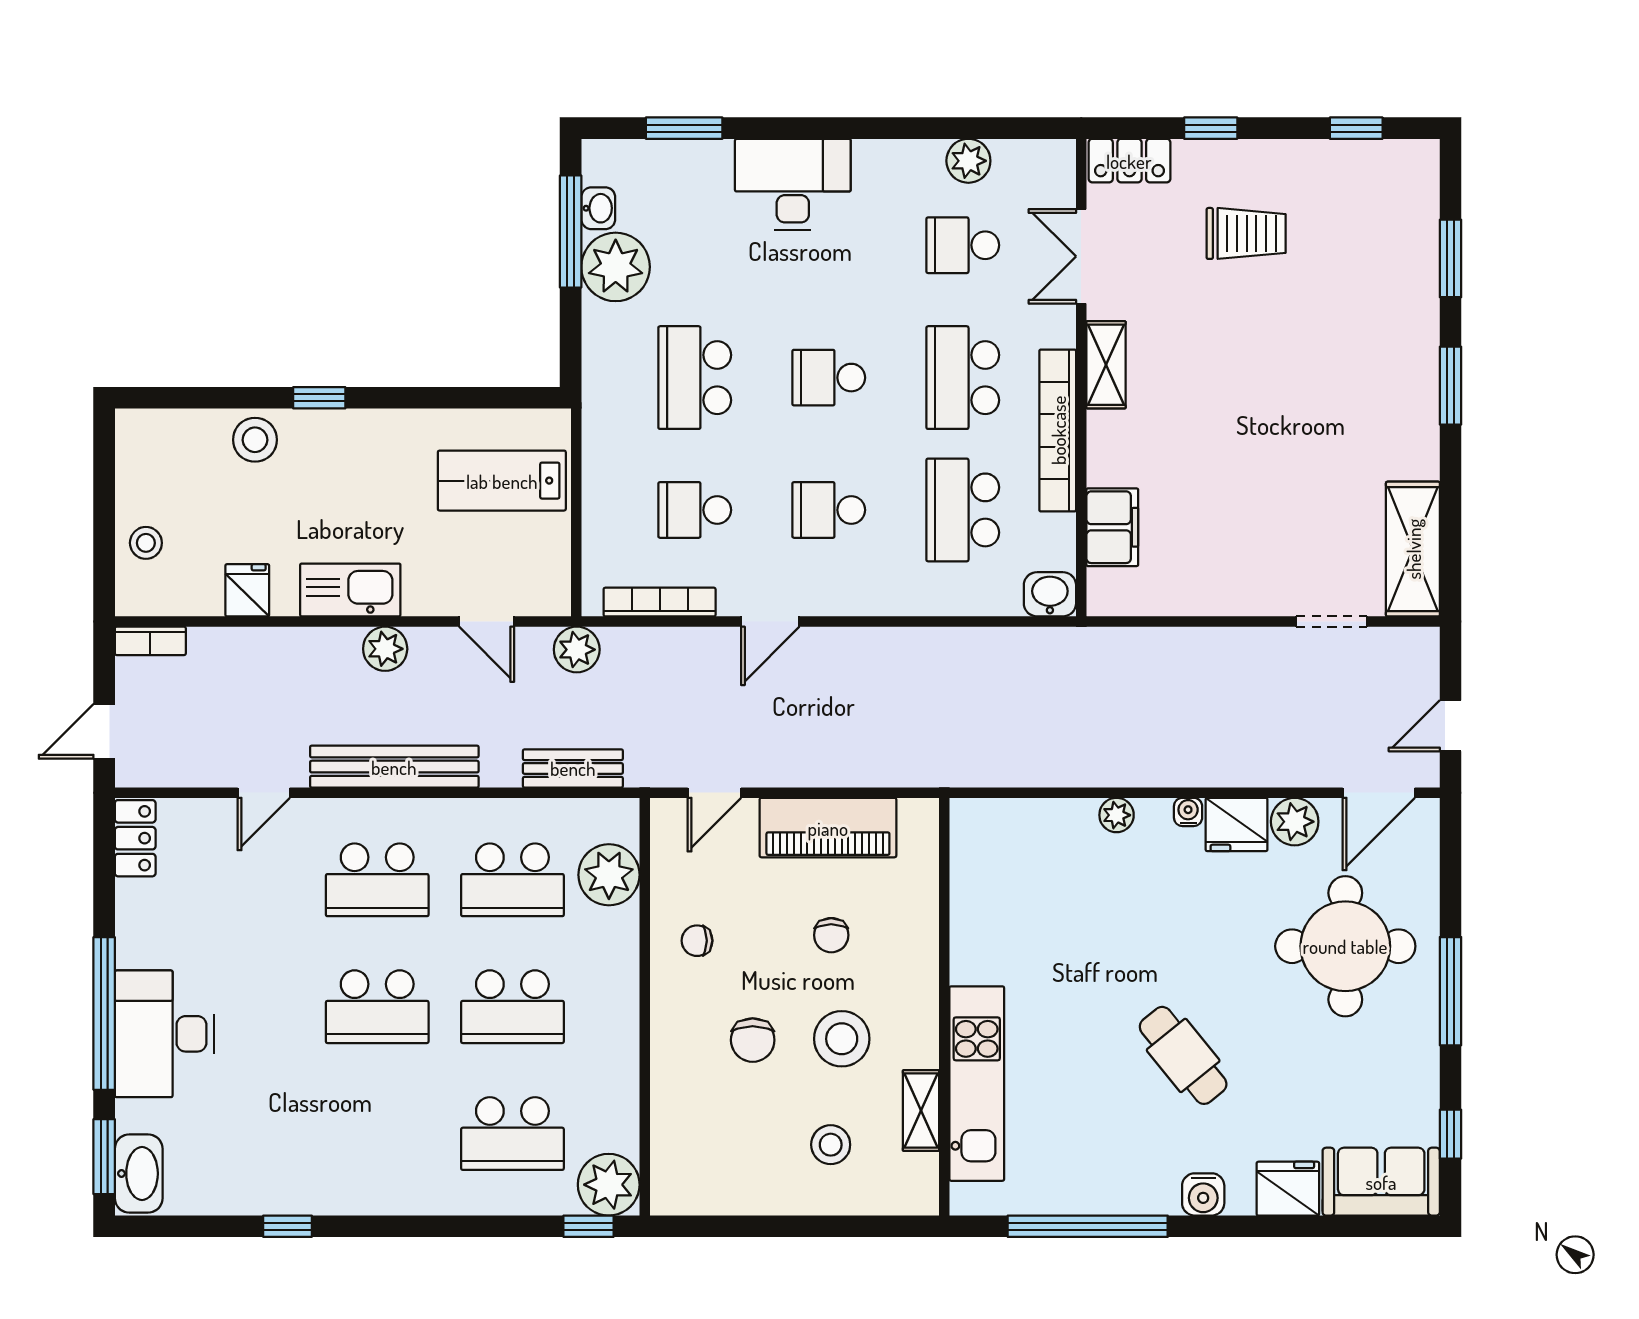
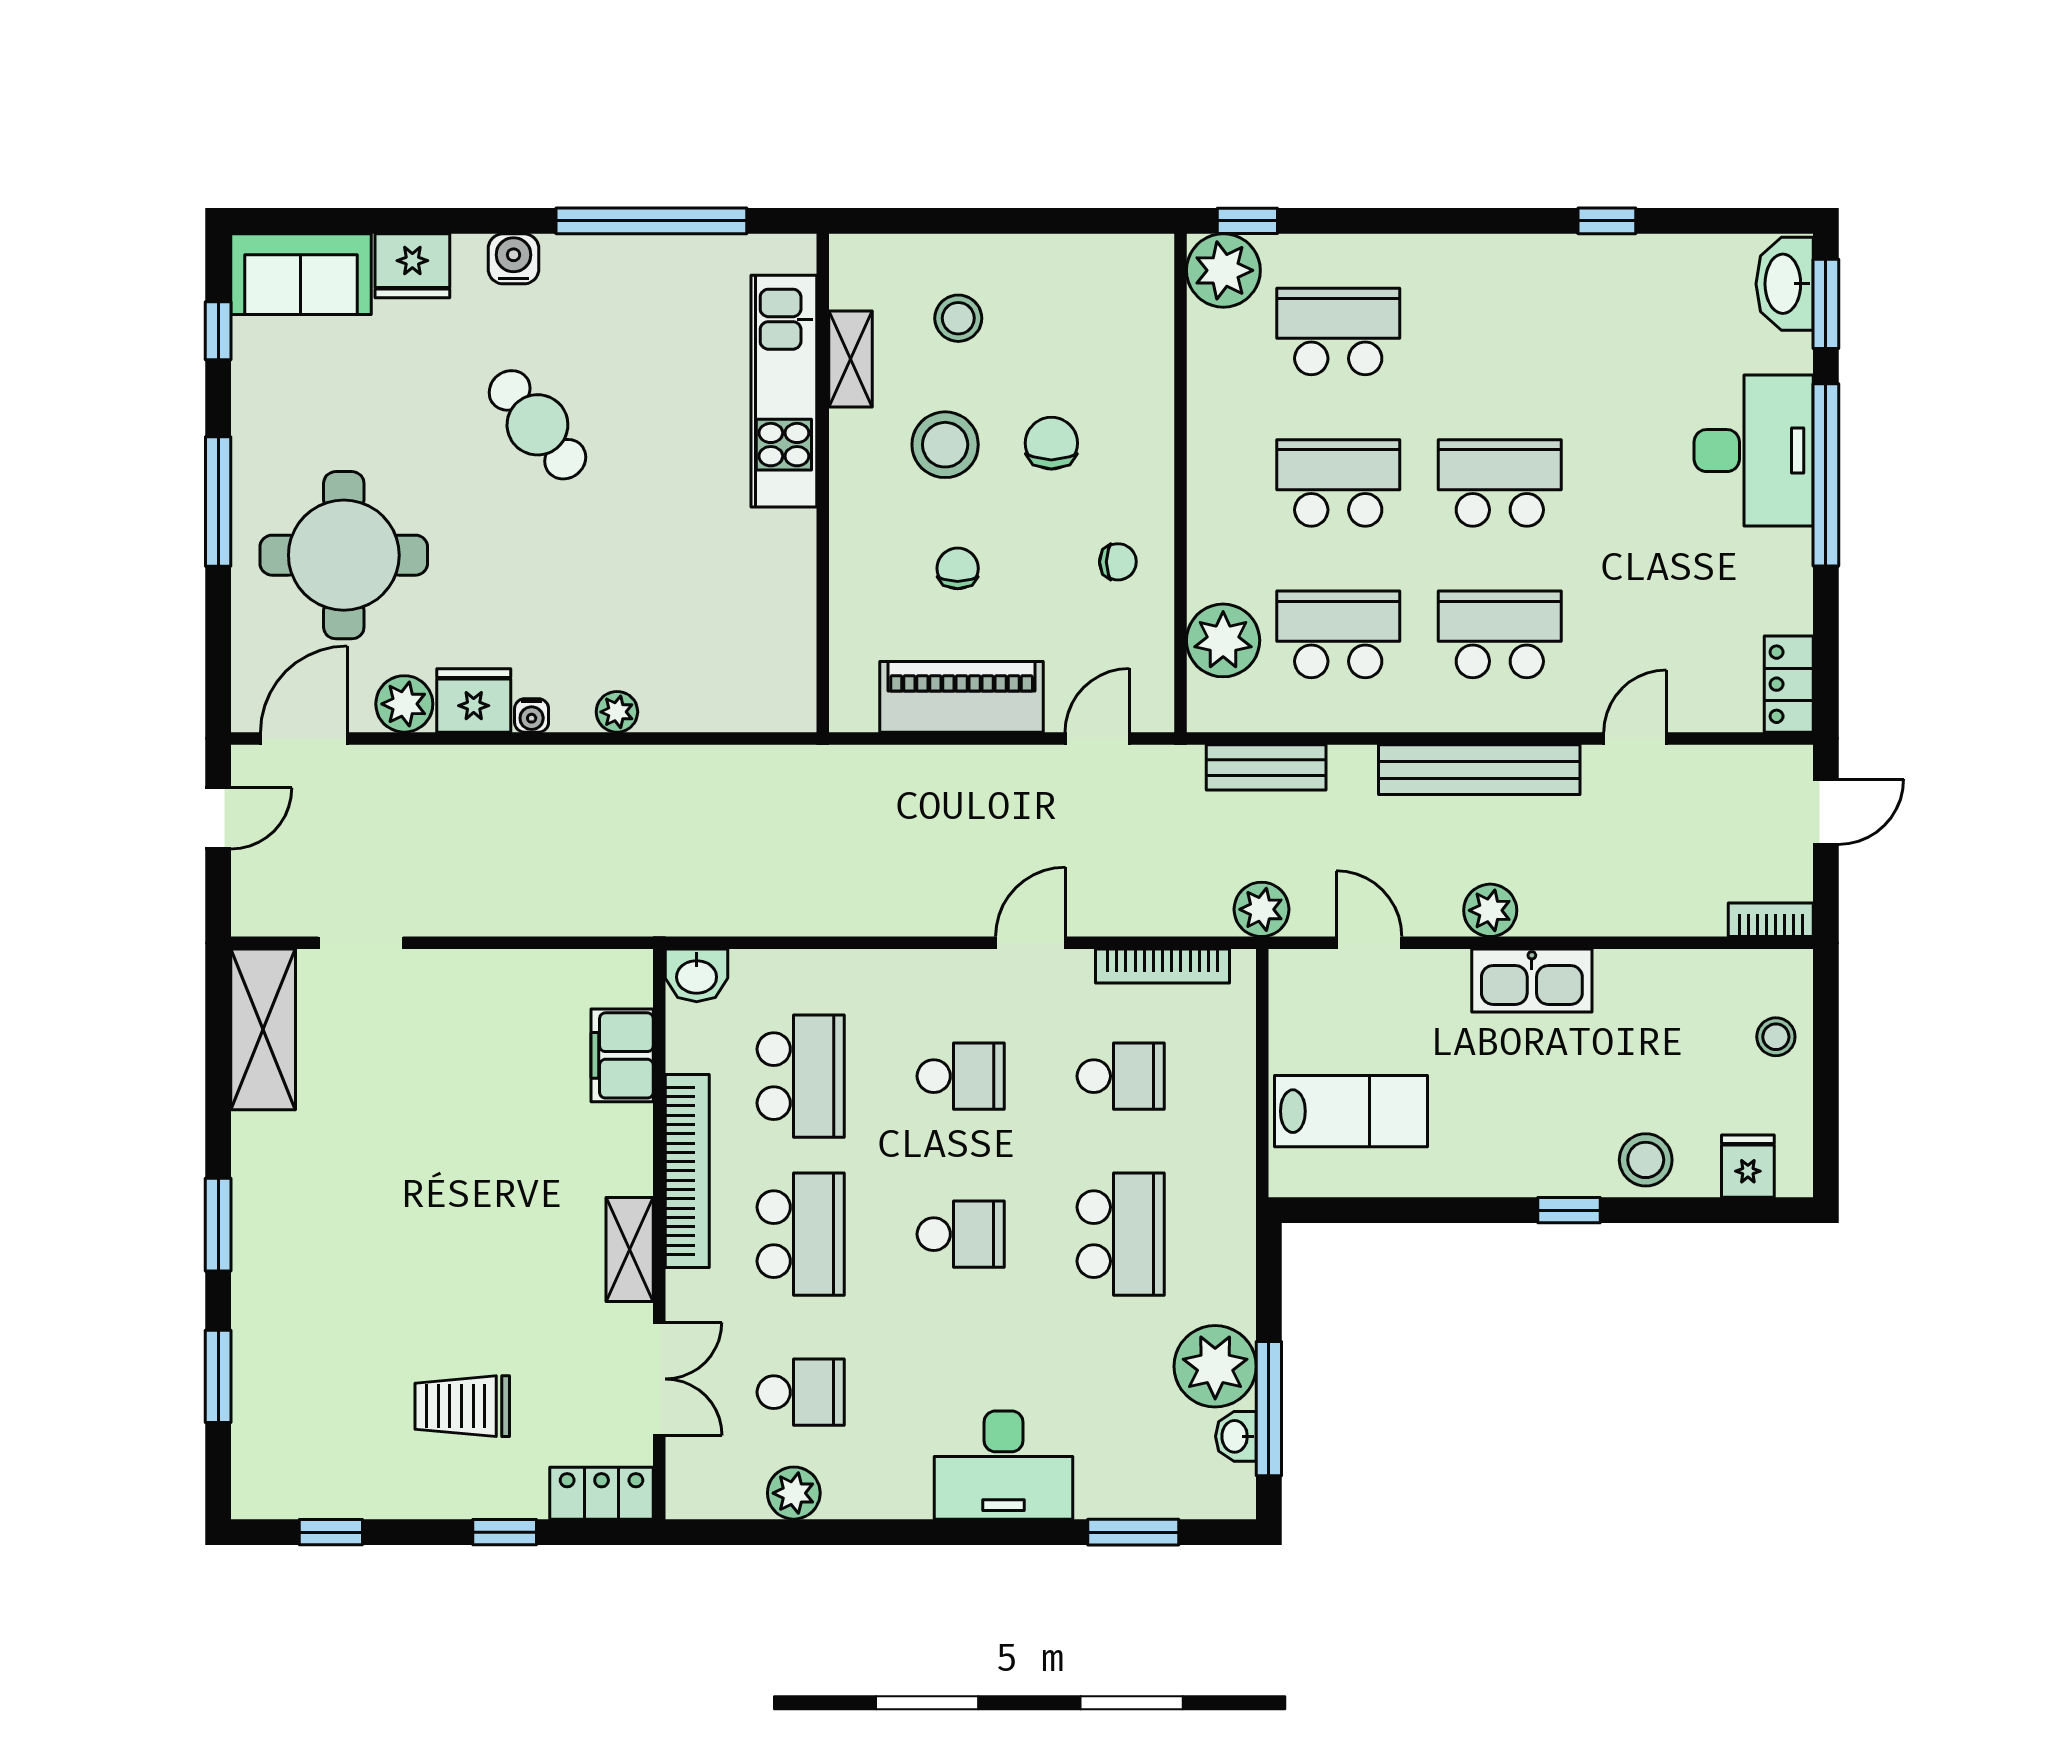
fridge: (247, 590) -> (1748, 1166), moved, turned 180

